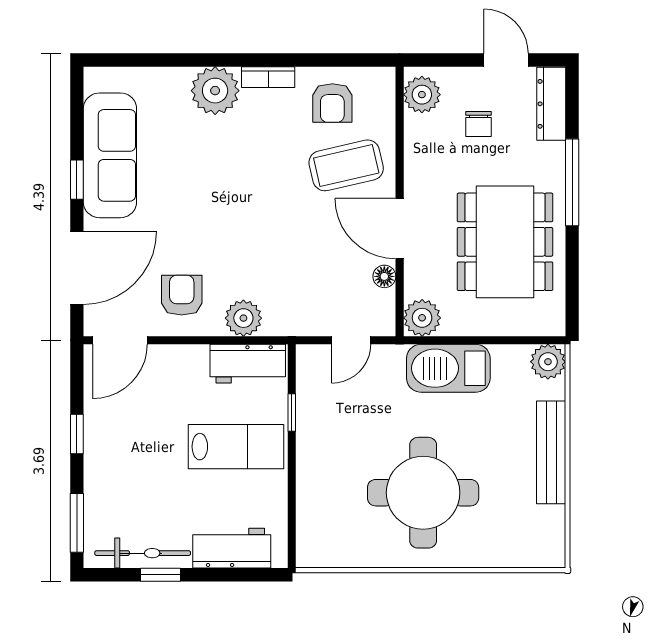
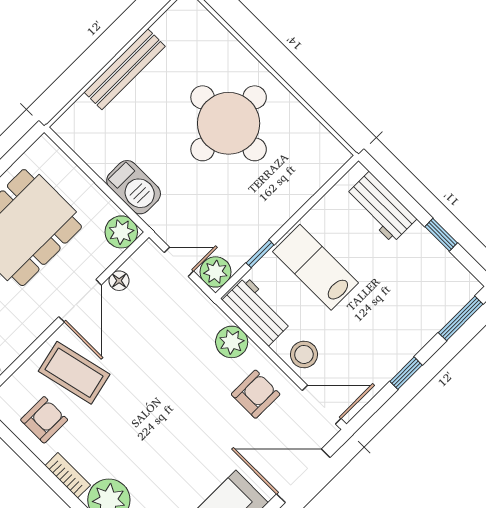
armchair: (182, 295) -> (256, 394), turned 180
plant: (548, 362) -> (215, 272), moved
stool: (175, 367) -> (304, 354), added
barbecue: (448, 368) -> (134, 187), width x0.73, depth x0.83
bicycle: (143, 553) -> (439, 259), removed

